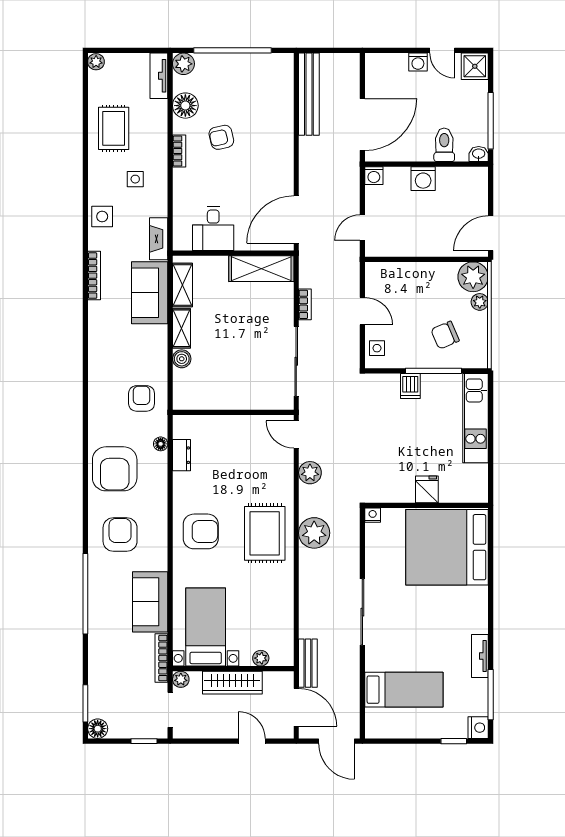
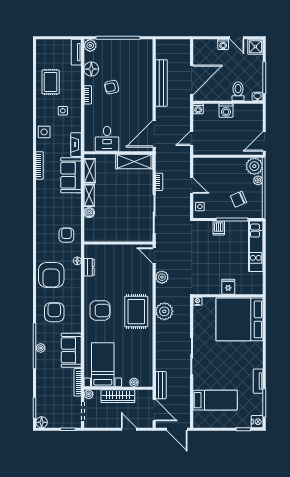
plant: (96, 62) -> (41, 348), moved
bench: (309, 94) -> (161, 83), moved

